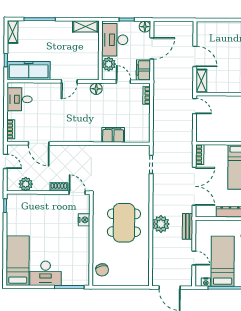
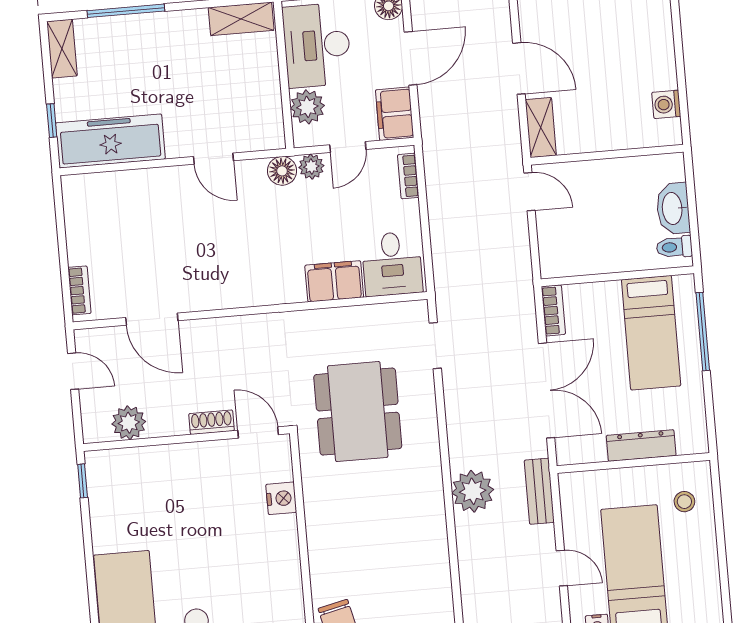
door: (69, 81) -> (213, 159), hinge flipped
door: (123, 82) -> (348, 147), swing flipped
plant: (108, 88) -> (311, 167), added
desk: (20, 99) -> (392, 264), moved, turned -90
dining table: (124, 223) -> (358, 412), moved

